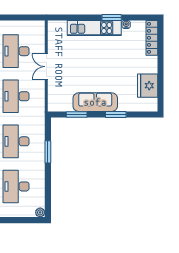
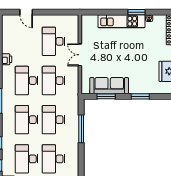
sofa: (95, 102) -> (109, 86), moved
window: (48, 152) -> (81, 129), width x1.44

